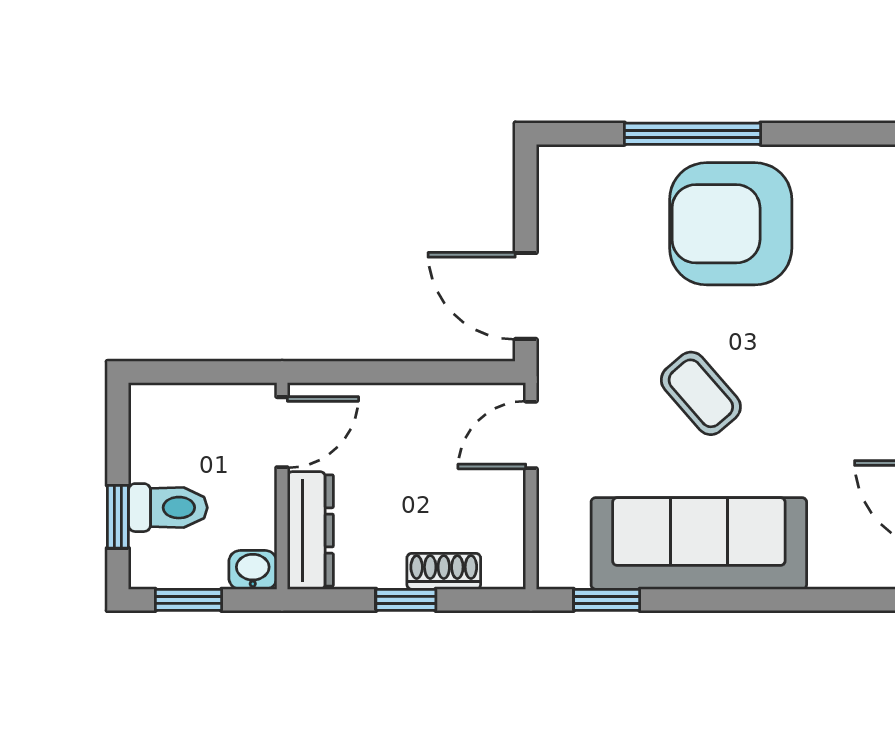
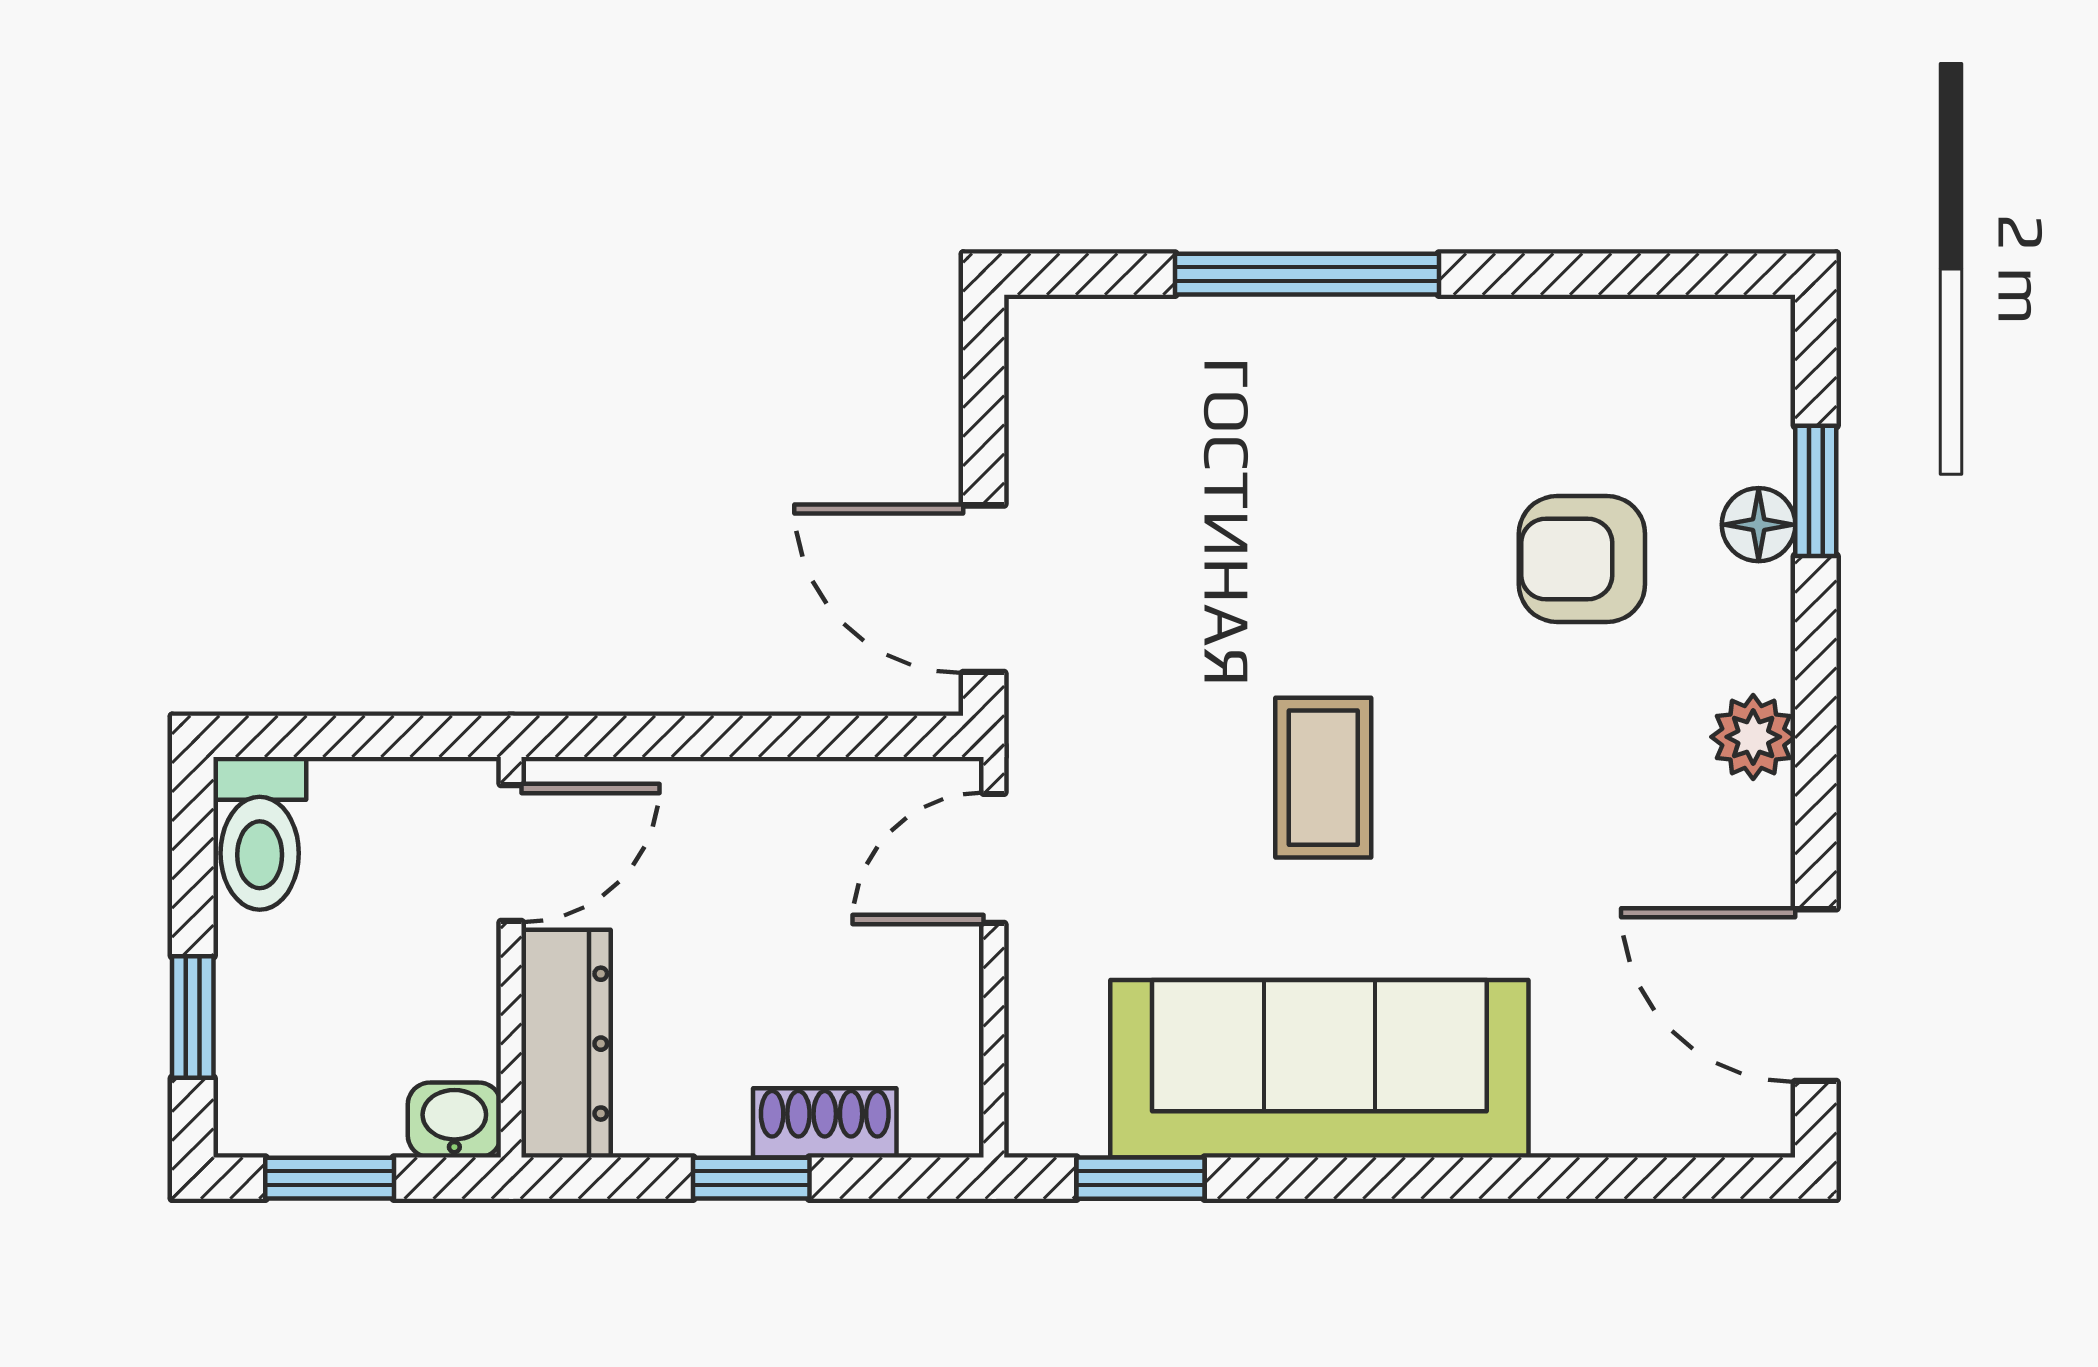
armchair: (731, 224) -> (1582, 559), moved, width x0.53, depth x0.53
coffee table: (701, 393) -> (1323, 778), turned 41
toilet: (168, 508) -> (260, 833), moved, turned 90

